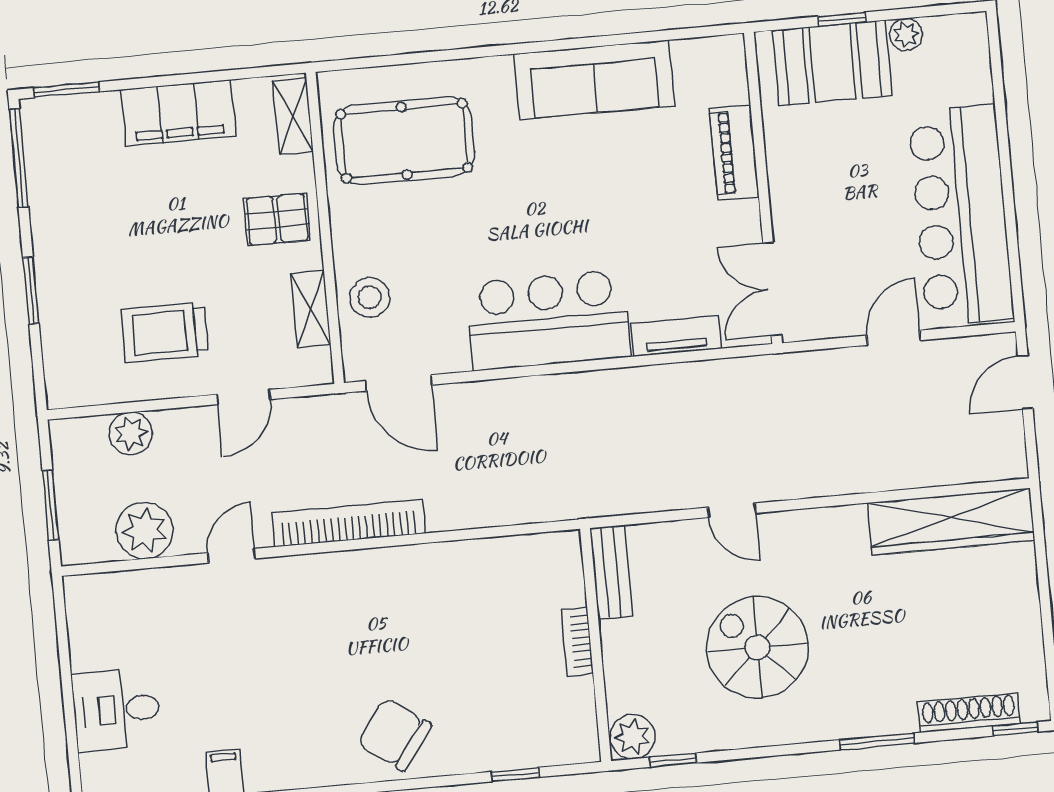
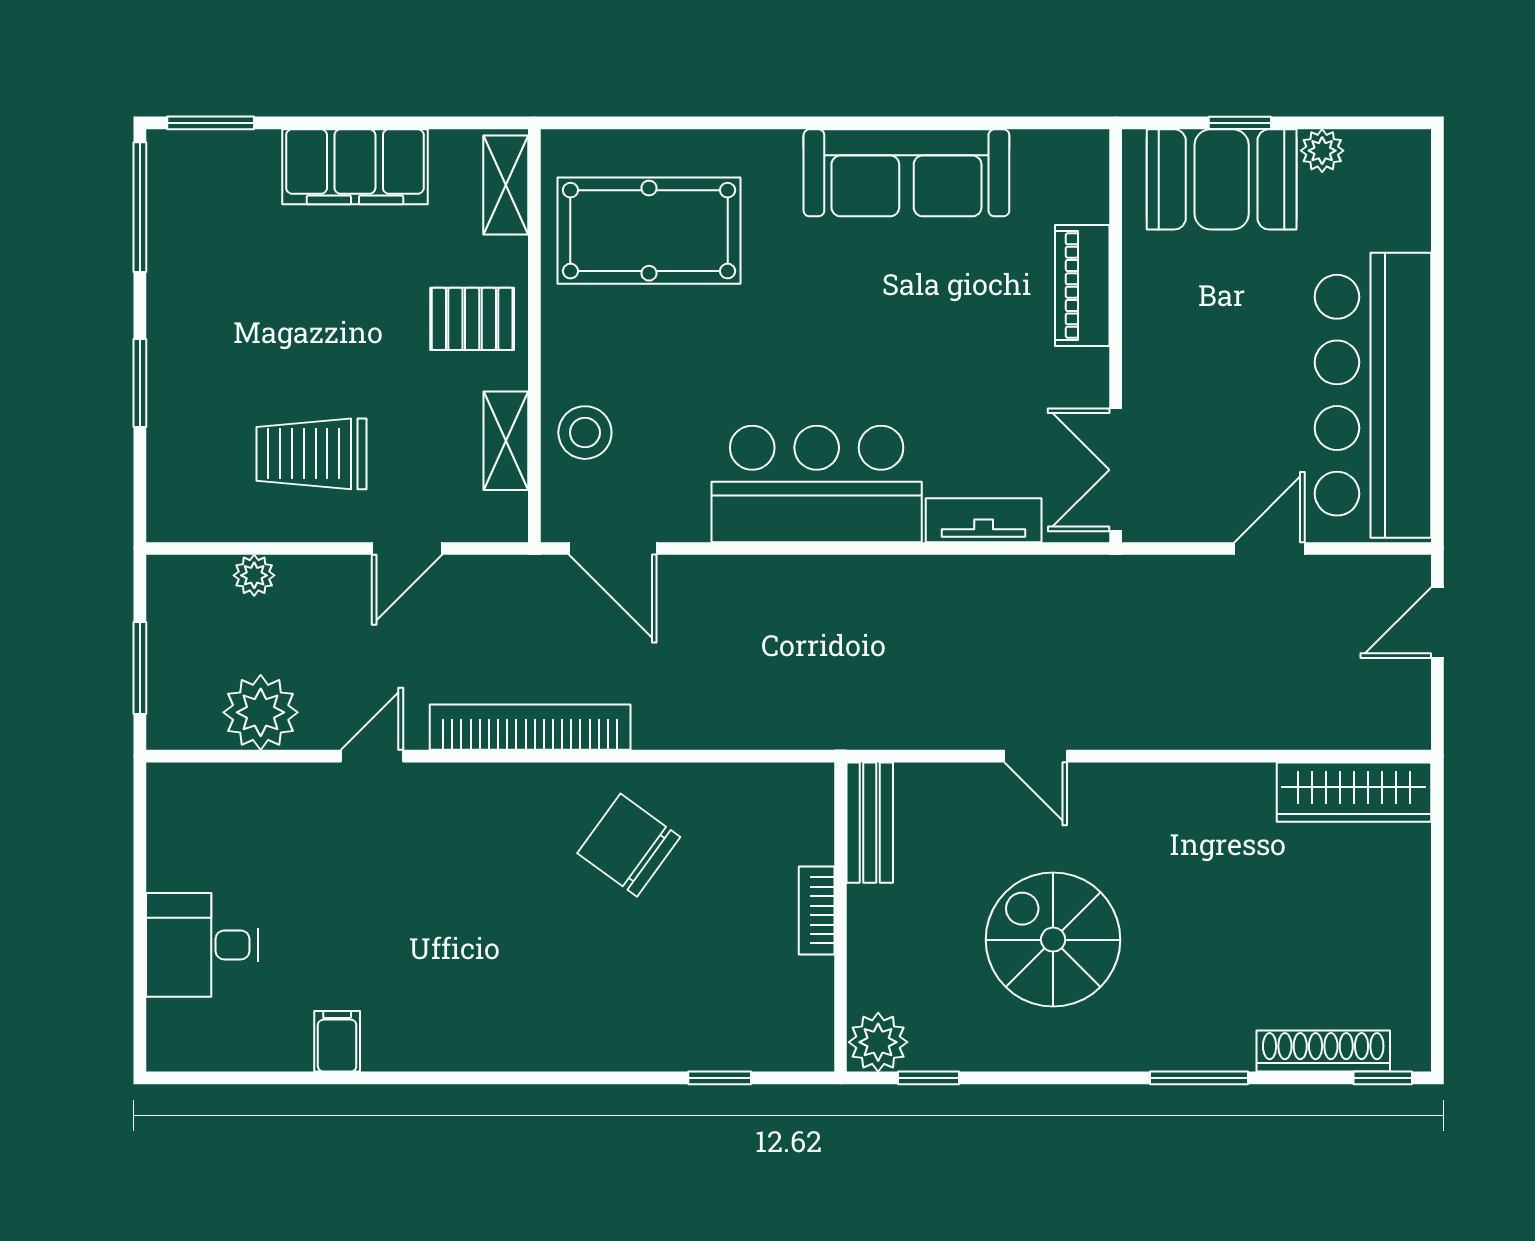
plant: (131, 433) -> (254, 575), width x0.73, depth x0.73
wardrobe: (951, 522) -> (1354, 792), width x0.71, depth x0.85
chair: (394, 734) -> (629, 845), moved

